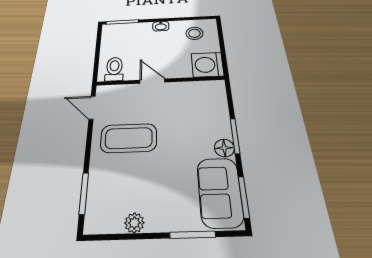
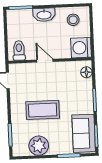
washbasin: (161, 26) -> (44, 15), width x1.91, depth x1.45
coffee table: (129, 138) -> (43, 110), moved
floor lamp: (224, 148) -> (86, 72), moved
plant: (134, 223) -> (39, 146), width x1.87, depth x1.87

